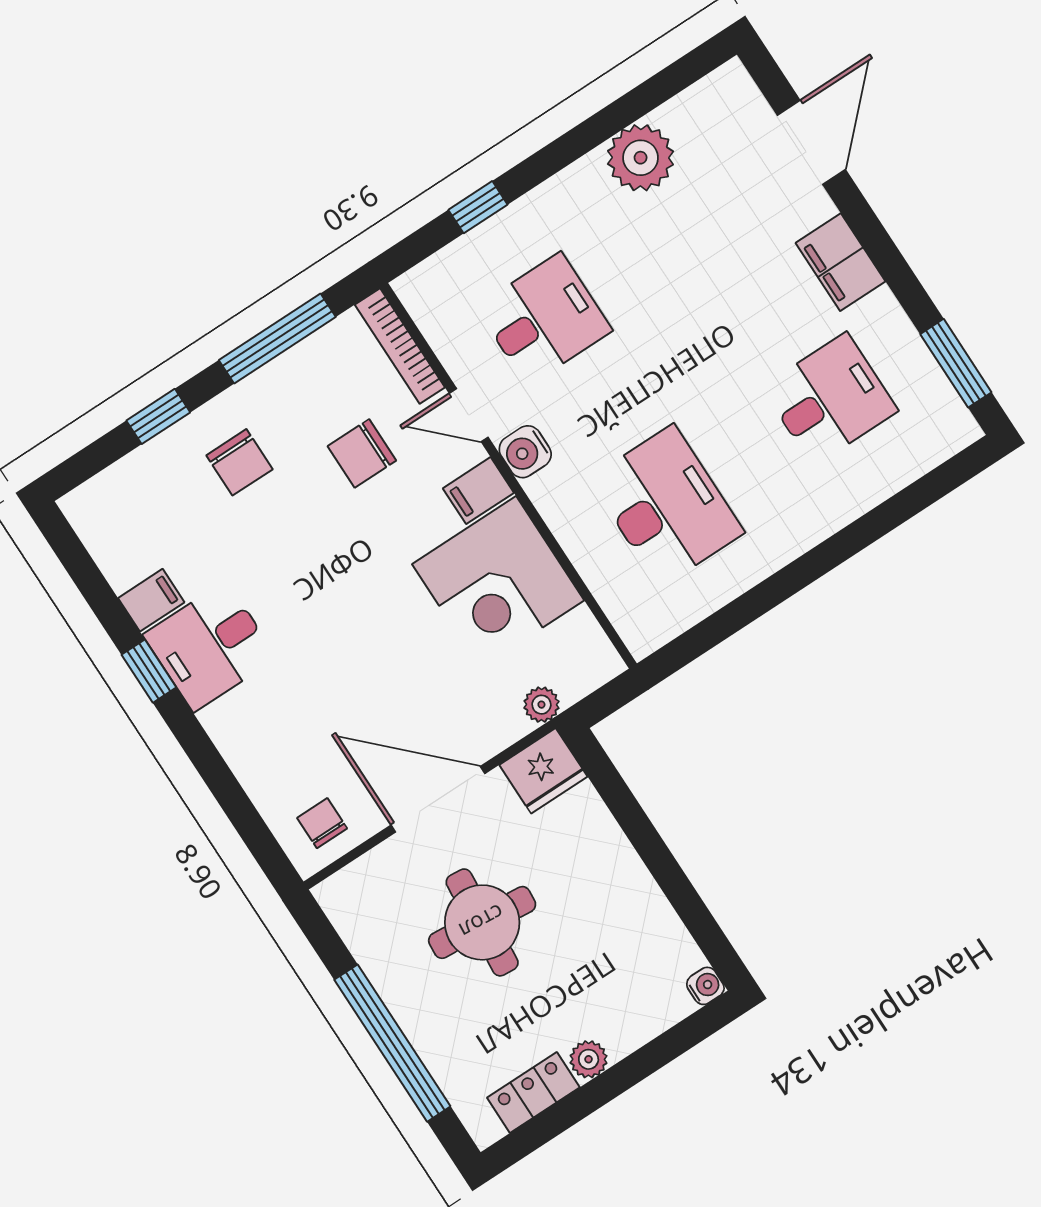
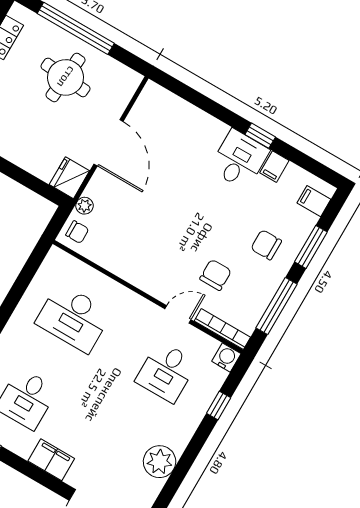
window: (158, 416) -> (311, 247), width x1.50
water cooler: (525, 452) -> (226, 358), moved
filing cabinet: (478, 491) -> (314, 201), moved, turned -90
corner desk: (498, 582) -> (129, 249), removed
door: (438, 799) -> (109, 143), hinge flipped
chair: (322, 823) -> (77, 232), moved
round table: (482, 922) -> (66, 77), moved

